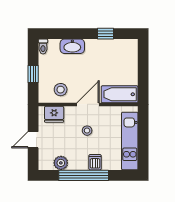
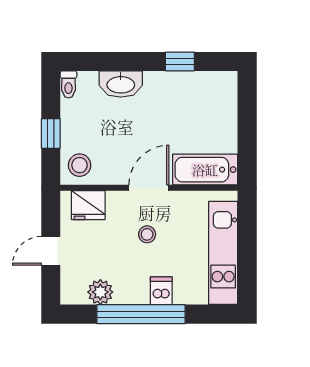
stool: (61, 90) -> (80, 165), moved

